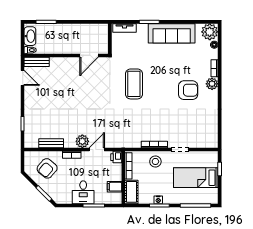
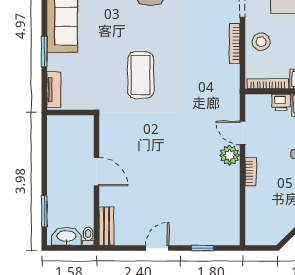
door: (89, 55) -> (96, 172), moved
door: (23, 78) -> (157, 248), moved
coffee table: (134, 84) -> (141, 75), turned 90
bench: (51, 143) -> (233, 204), removed
printer: (116, 157) -> (281, 103), moved
armchair: (47, 168) -> (272, 210), removed

